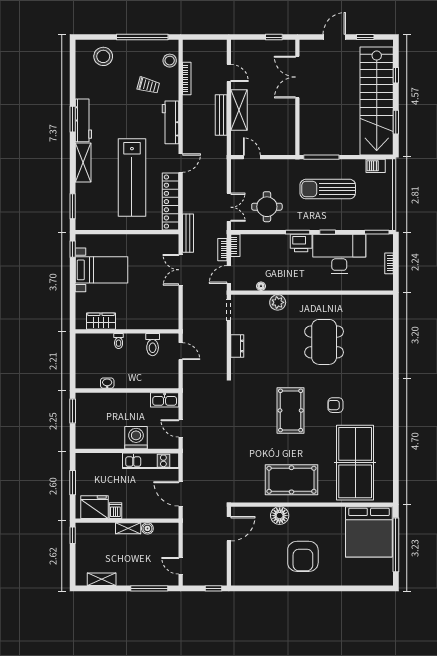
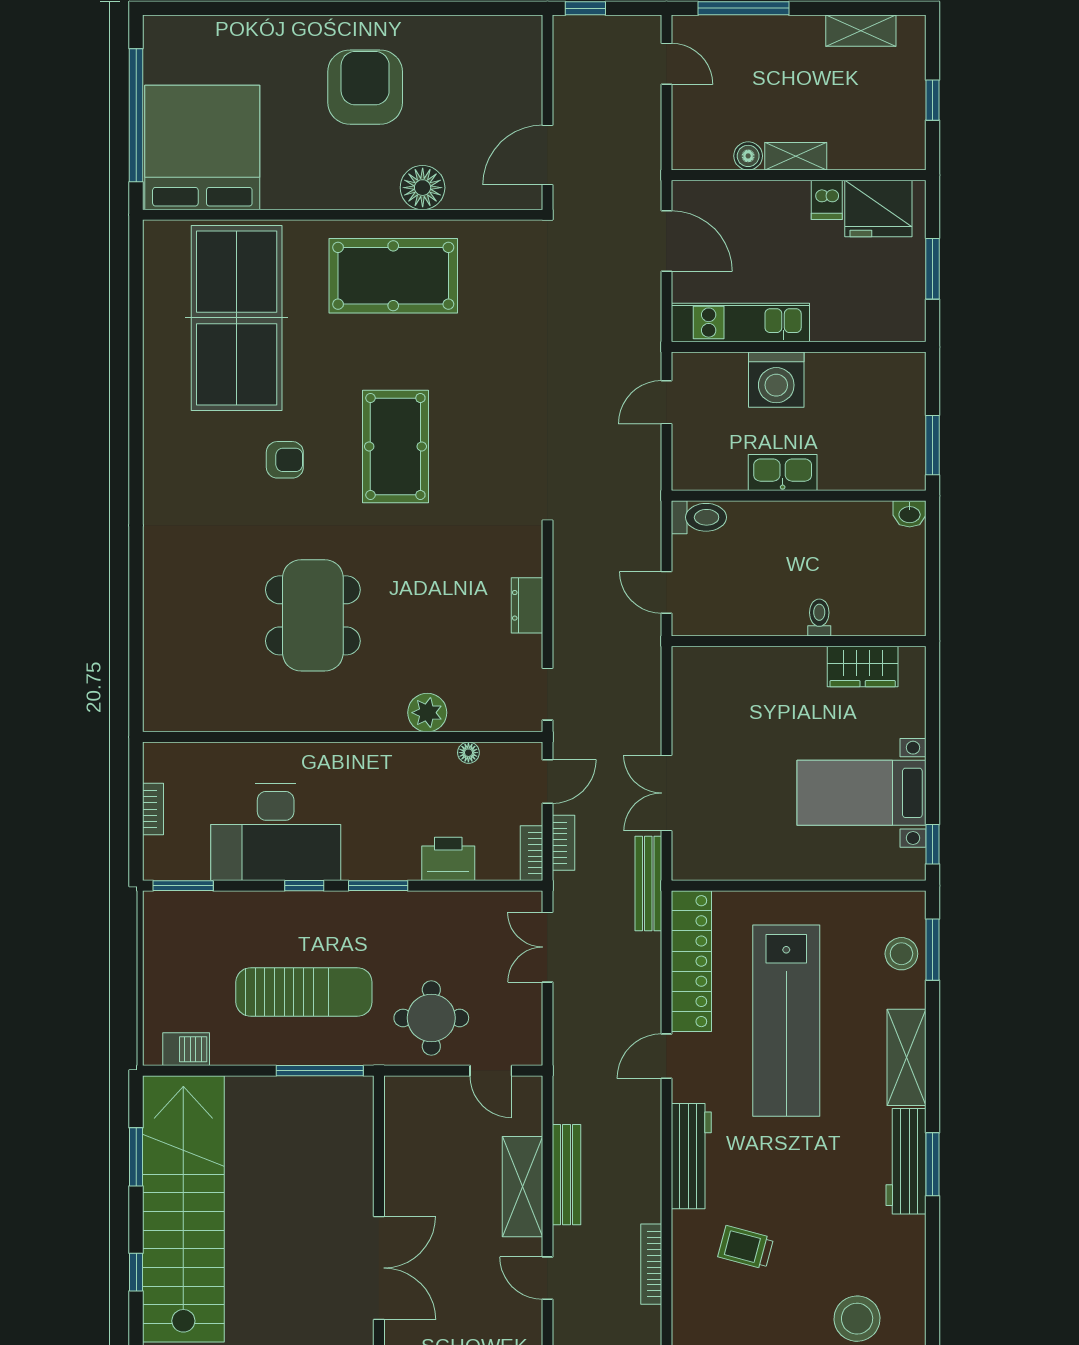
stool: (170, 61) -> (901, 954), moved
lab bench: (132, 177) -> (786, 1021), turned 180
round table: (267, 207) -> (431, 1018), moved
printer: (301, 243) -> (448, 859), moved
double door: (181, 270) -> (666, 793), swing flipped
toilet: (153, 345) -> (699, 517), moved, turned 90
washbasin: (107, 383) -> (910, 514), moved
kitchen sink: (165, 400) -> (783, 473), moved
door: (181, 428) -> (666, 402), swing flipped
window: (73, 535) -> (932, 100), moved

